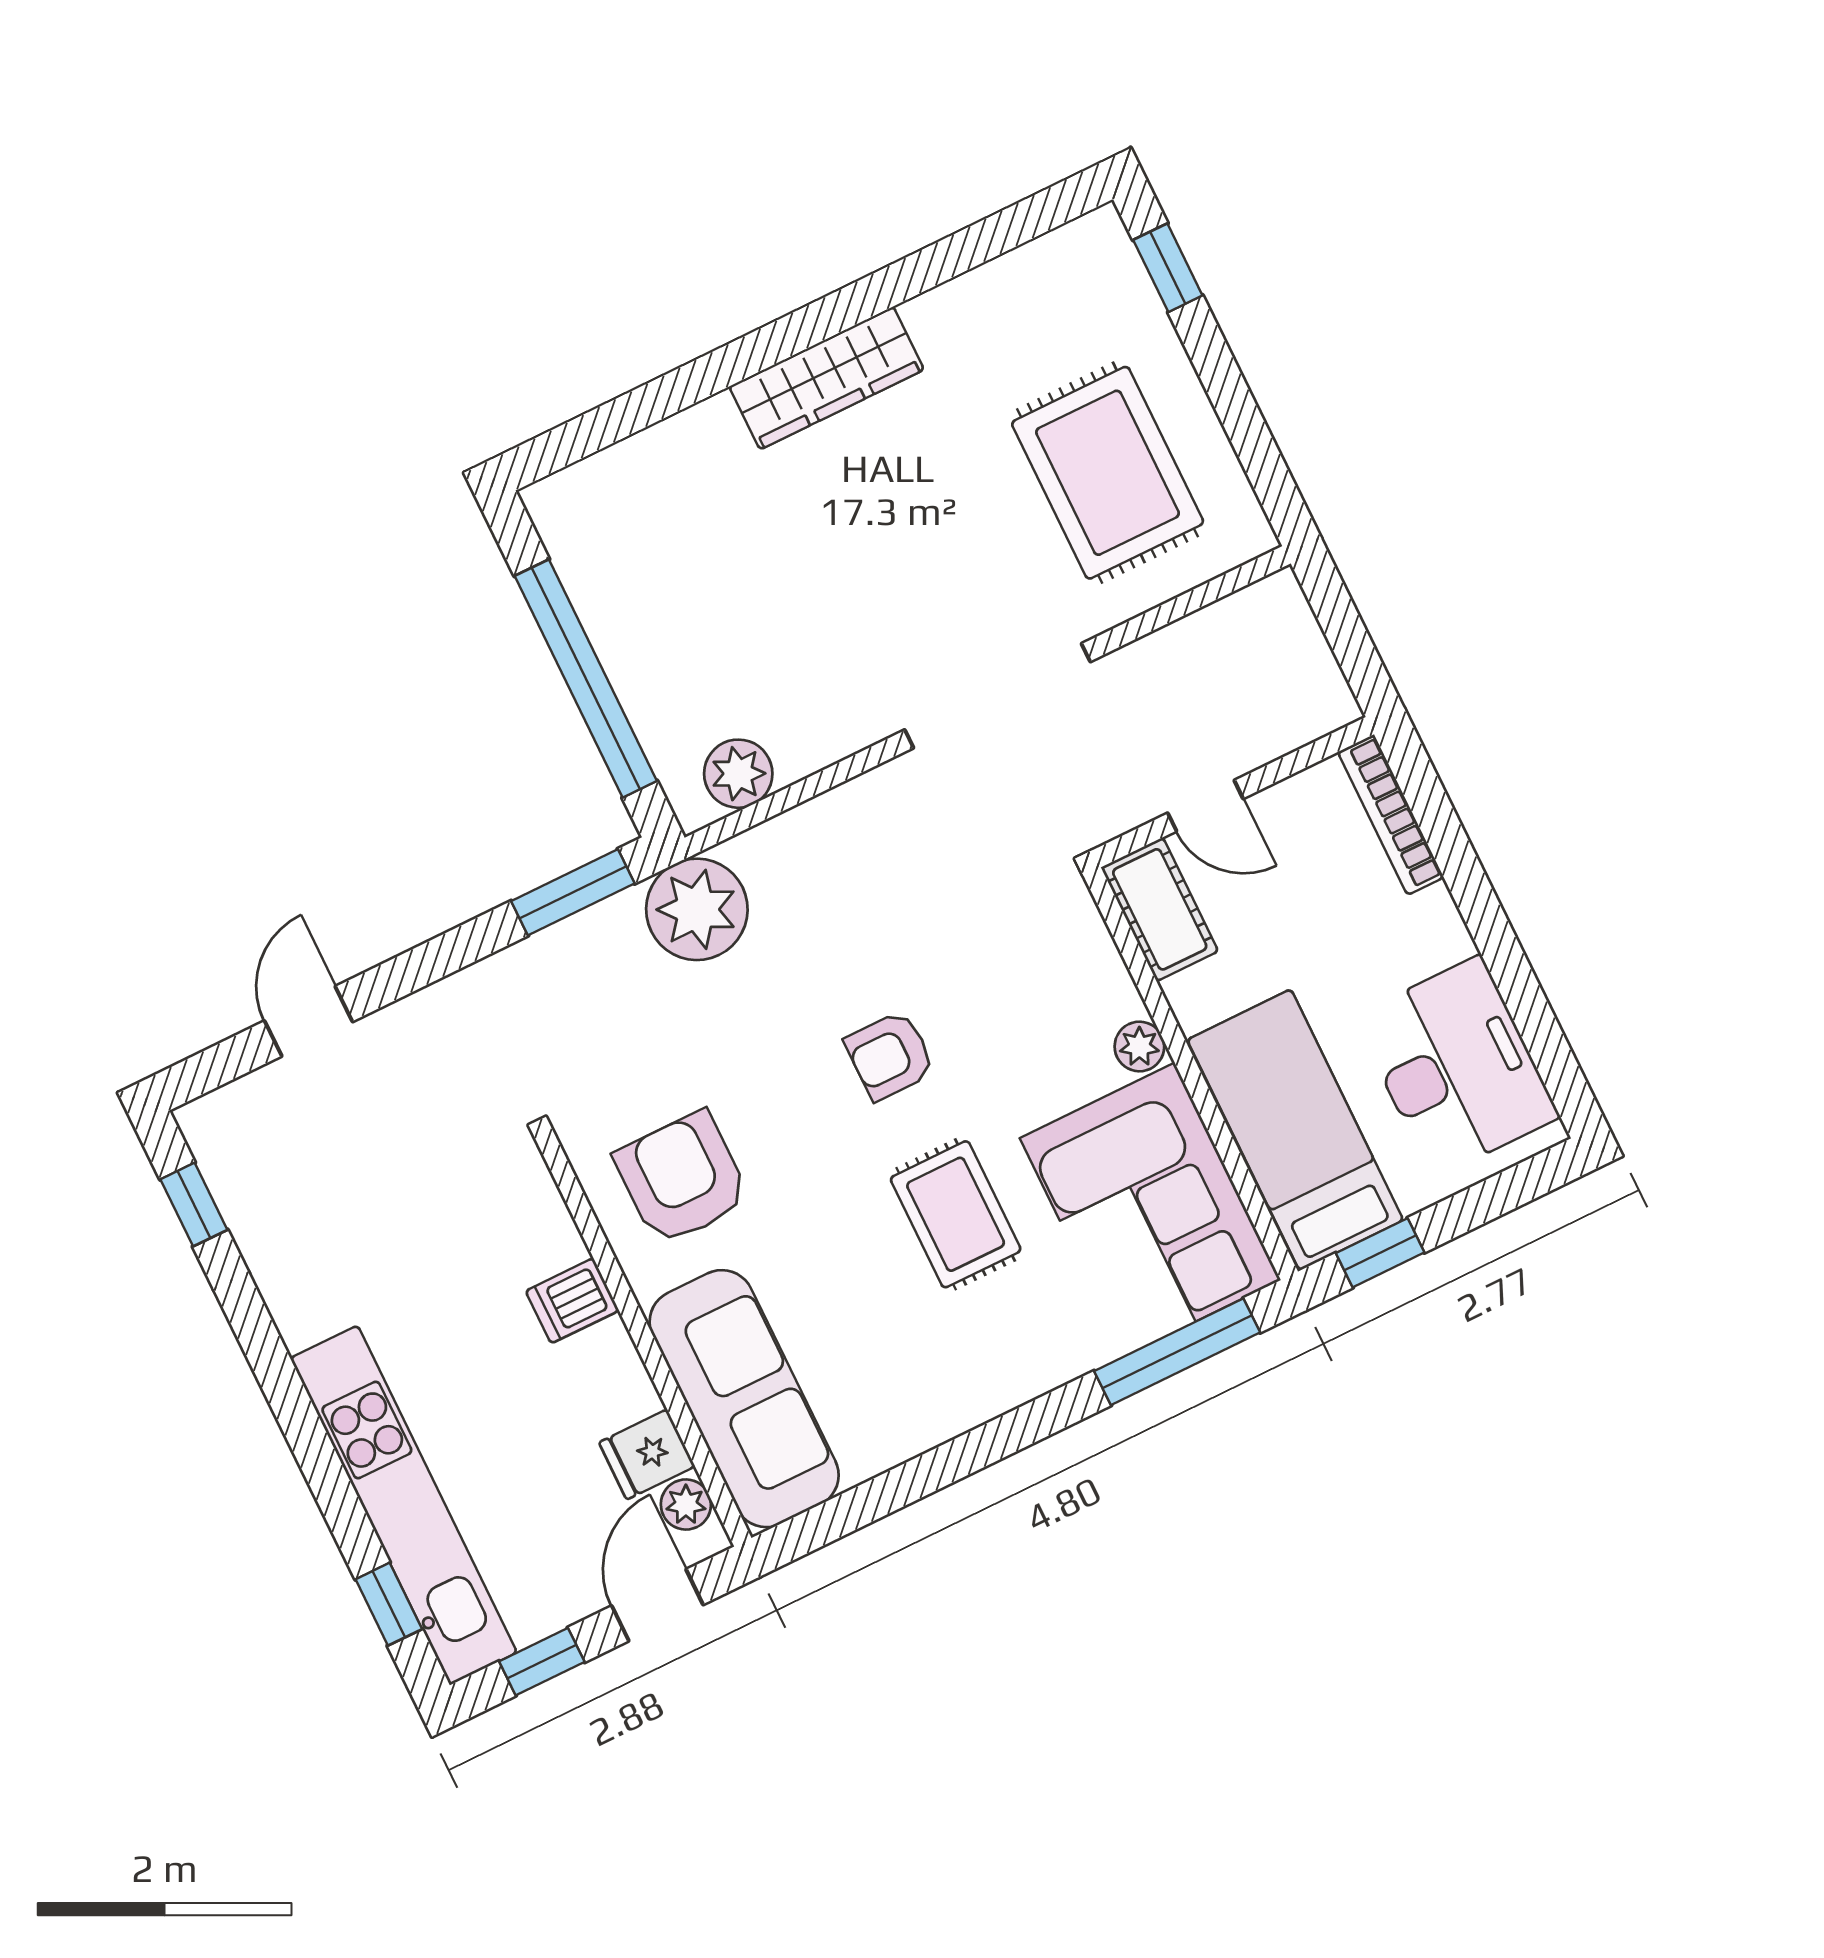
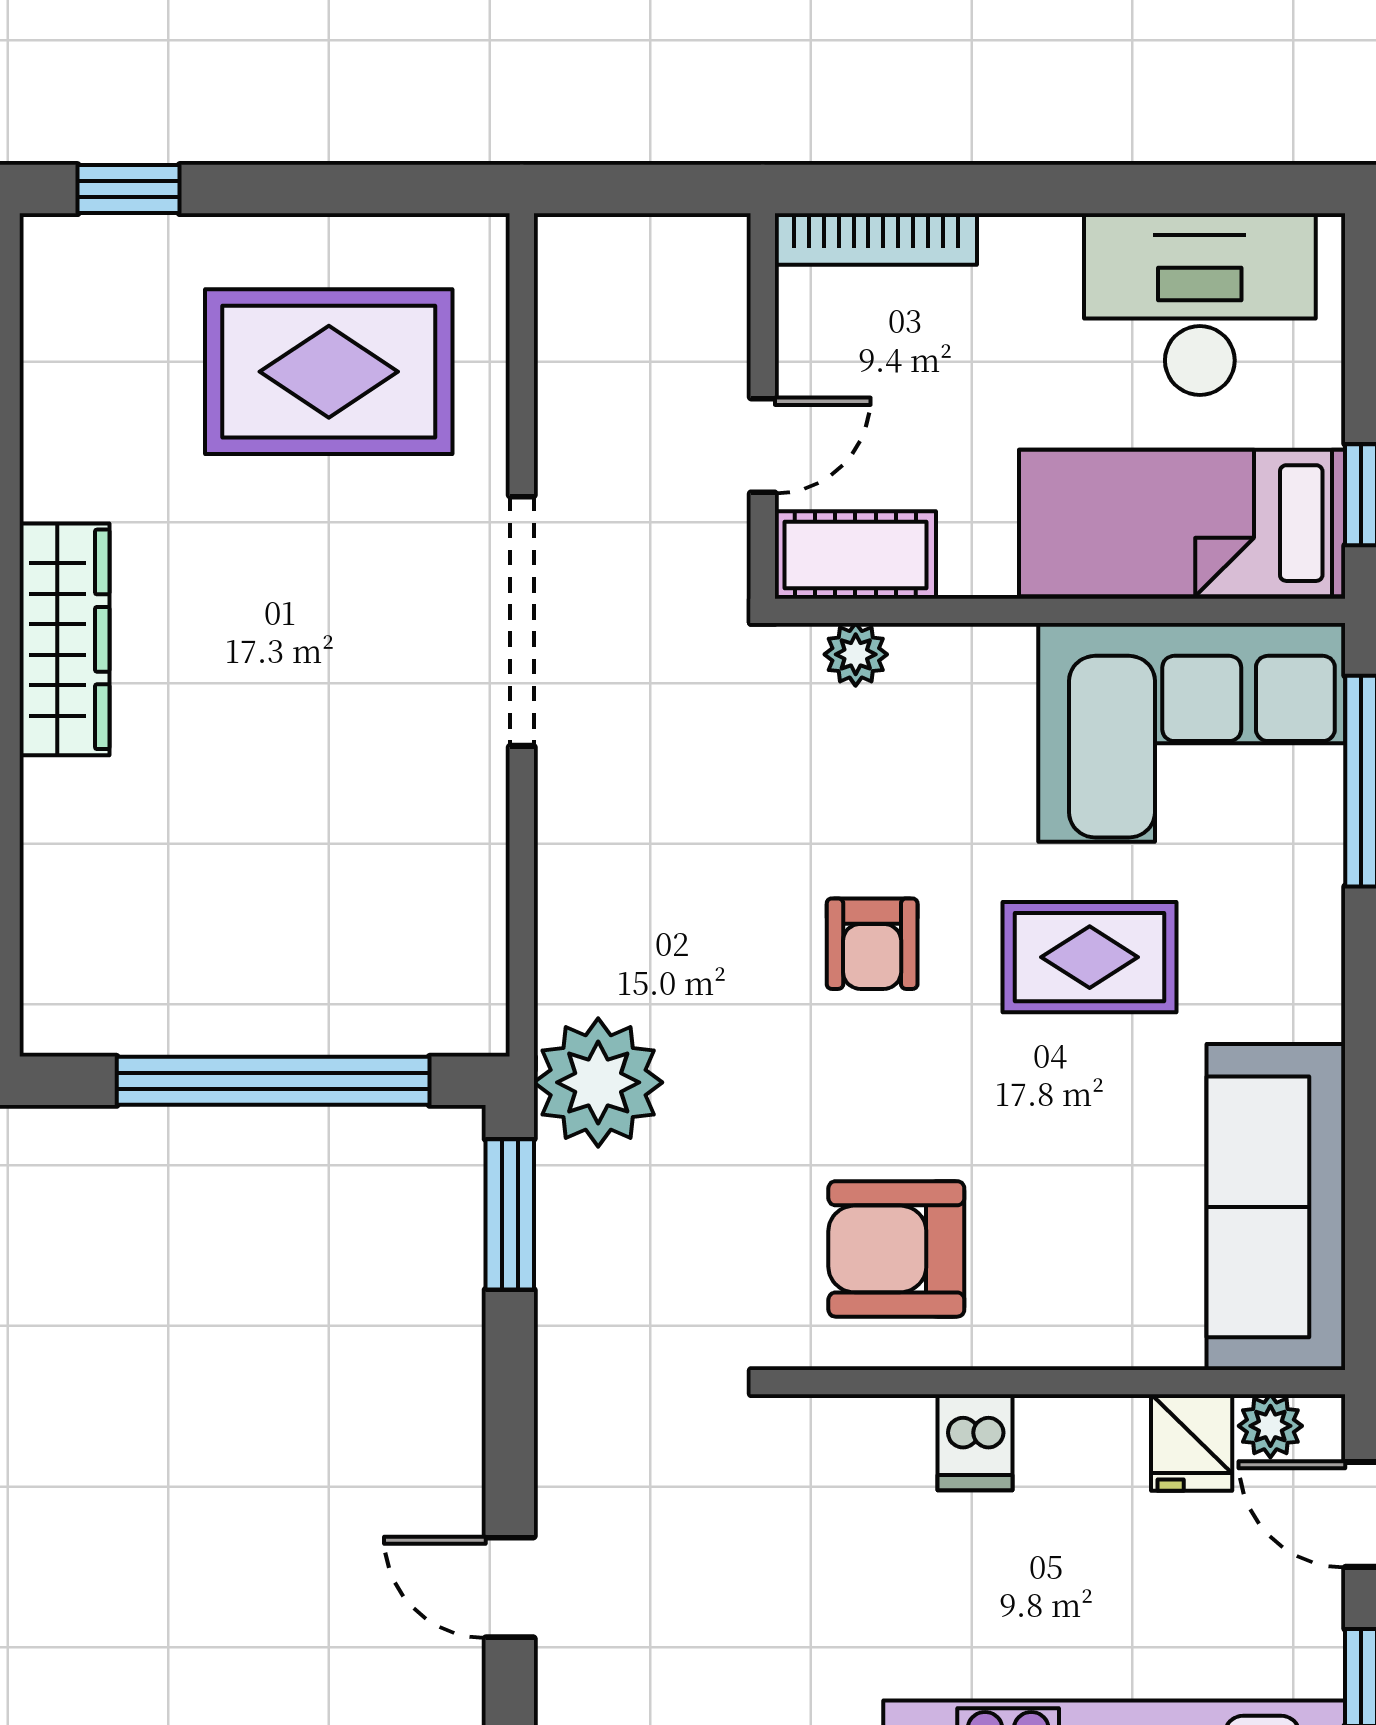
plant: (738, 774) -> (466, 960), removed
plant: (1139, 1046) -> (856, 654), moved
sofa: (744, 1399) -> (1276, 1207), moved, turned -90

